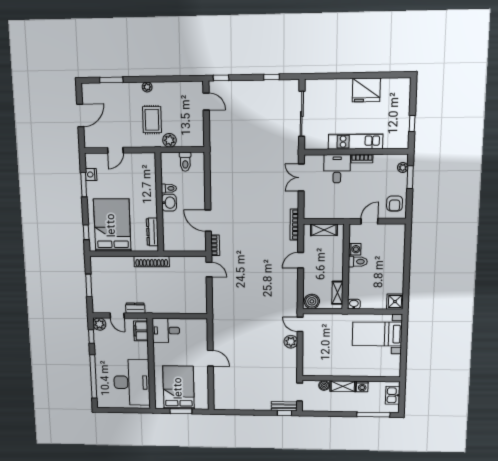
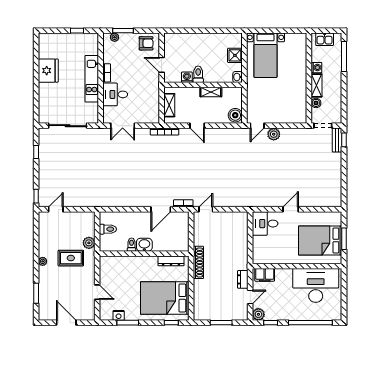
shelving: (337, 293) -> (211, 92), moved
shower: (395, 302) -> (235, 55), moved
desk: (166, 331) -> (265, 224), moved, turned 90

